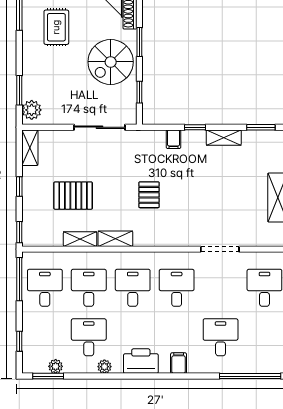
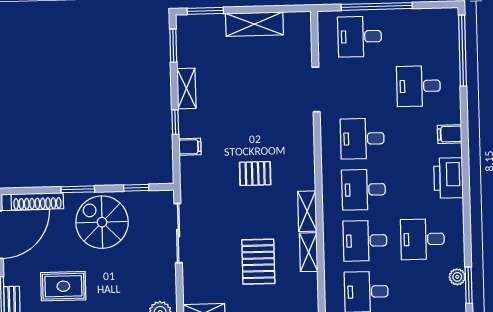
spiral stairs: (111, 62) -> (102, 222), turned 180
plant: (104, 367) -> (456, 220), removed

